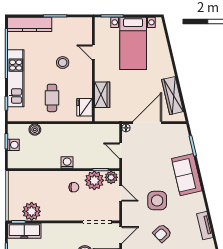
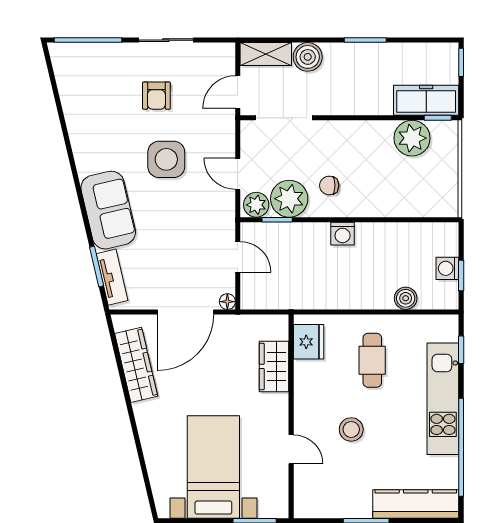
tv unit: (205, 226) -> (112, 277), moved
armchair: (162, 233) -> (156, 96), turned 133

